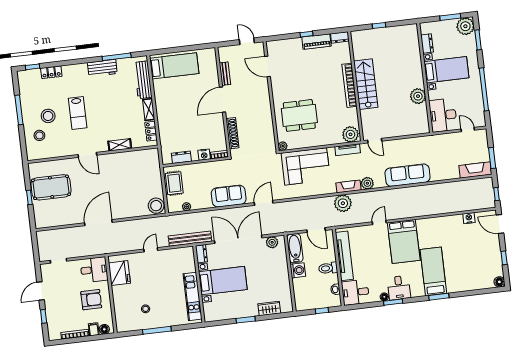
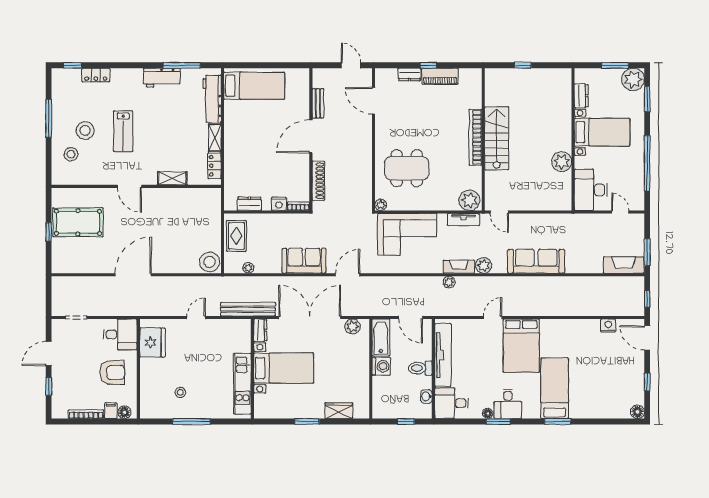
dresser: (340, 37) -> (409, 74), moved
plant: (343, 203) -> (449, 282), width x0.53, depth x0.53

